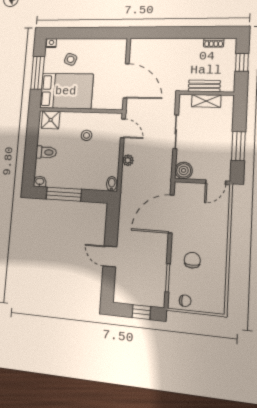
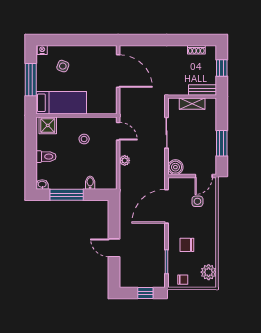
door: (126, 81) -> (118, 71), moved
bench: (204, 86) -> (202, 90), moved
bed: (66, 91) -> (61, 103), width x0.67
bidet: (112, 184) -> (90, 183), moved
side table: (207, 211) -> (197, 201), added
chair: (192, 260) -> (187, 245), turned -90
plant: (216, 295) -> (209, 272), added

